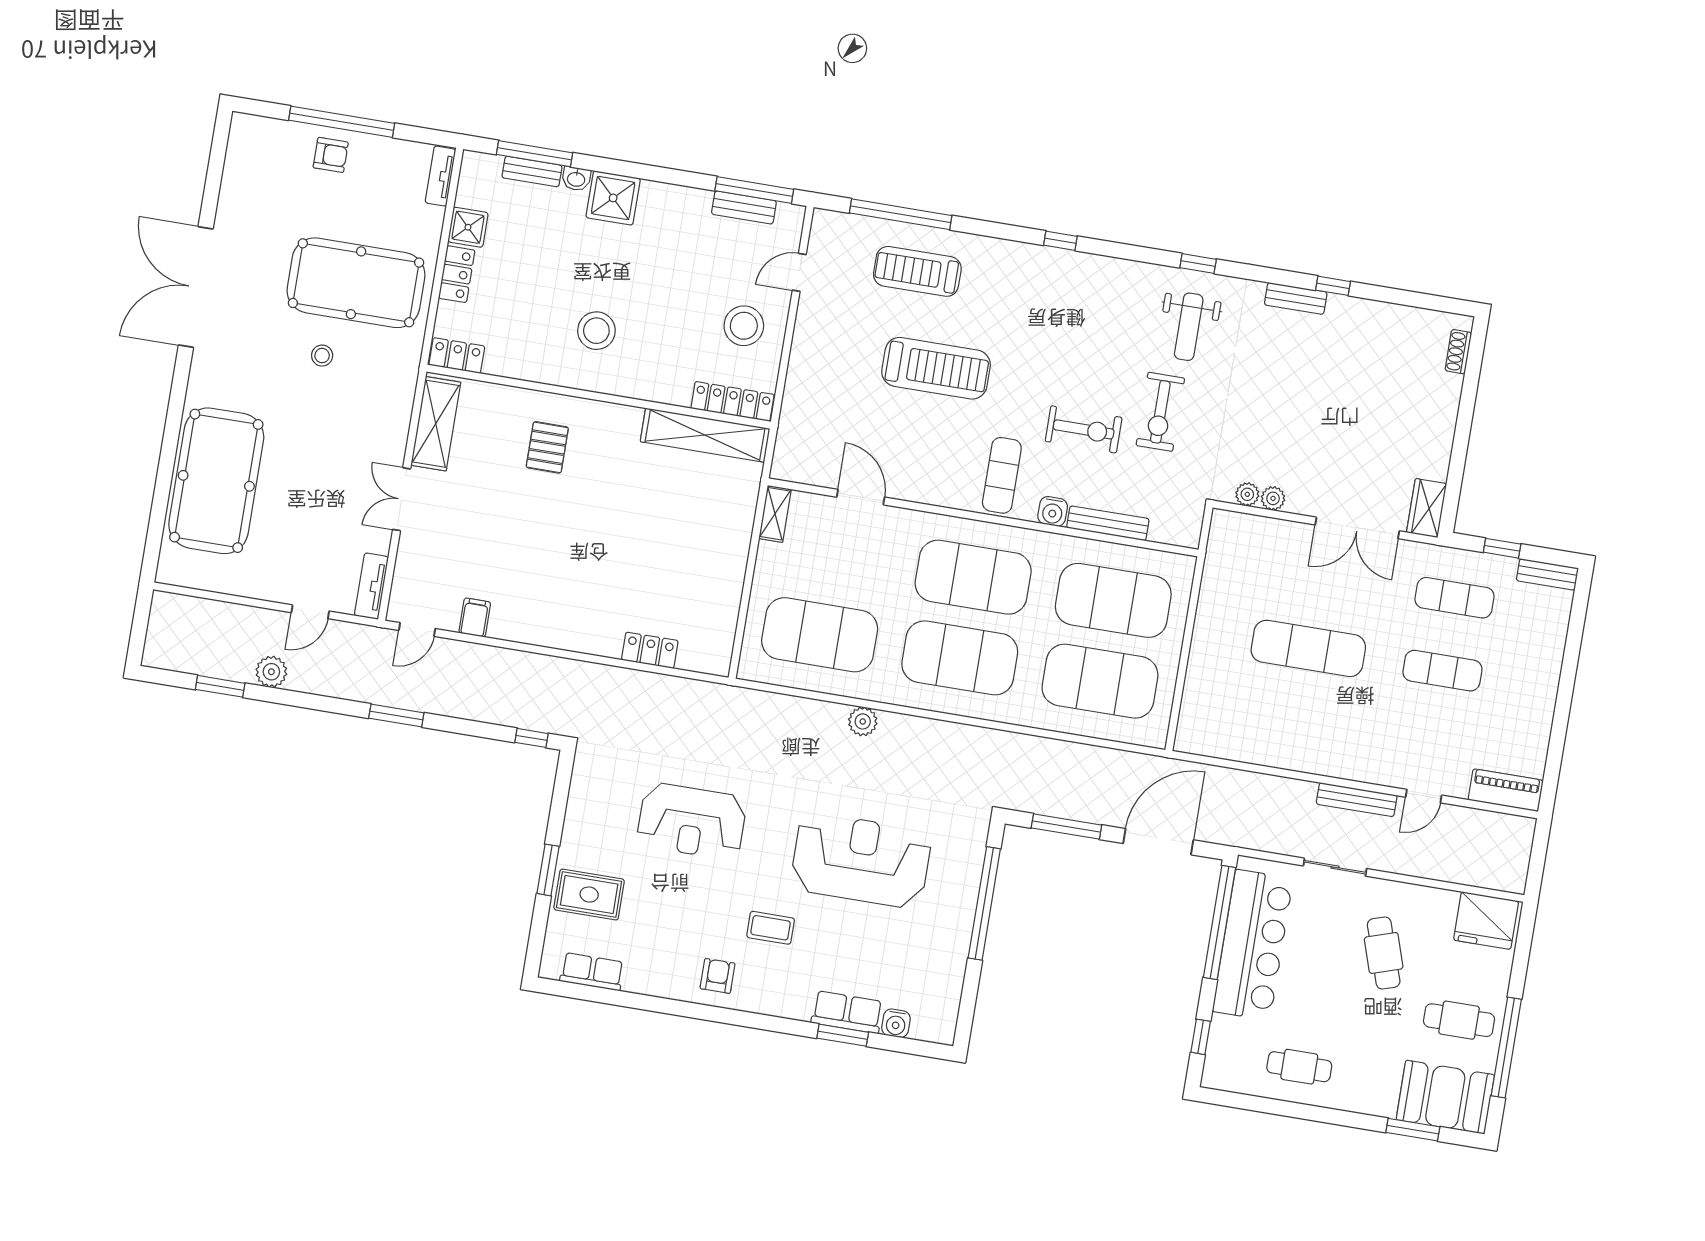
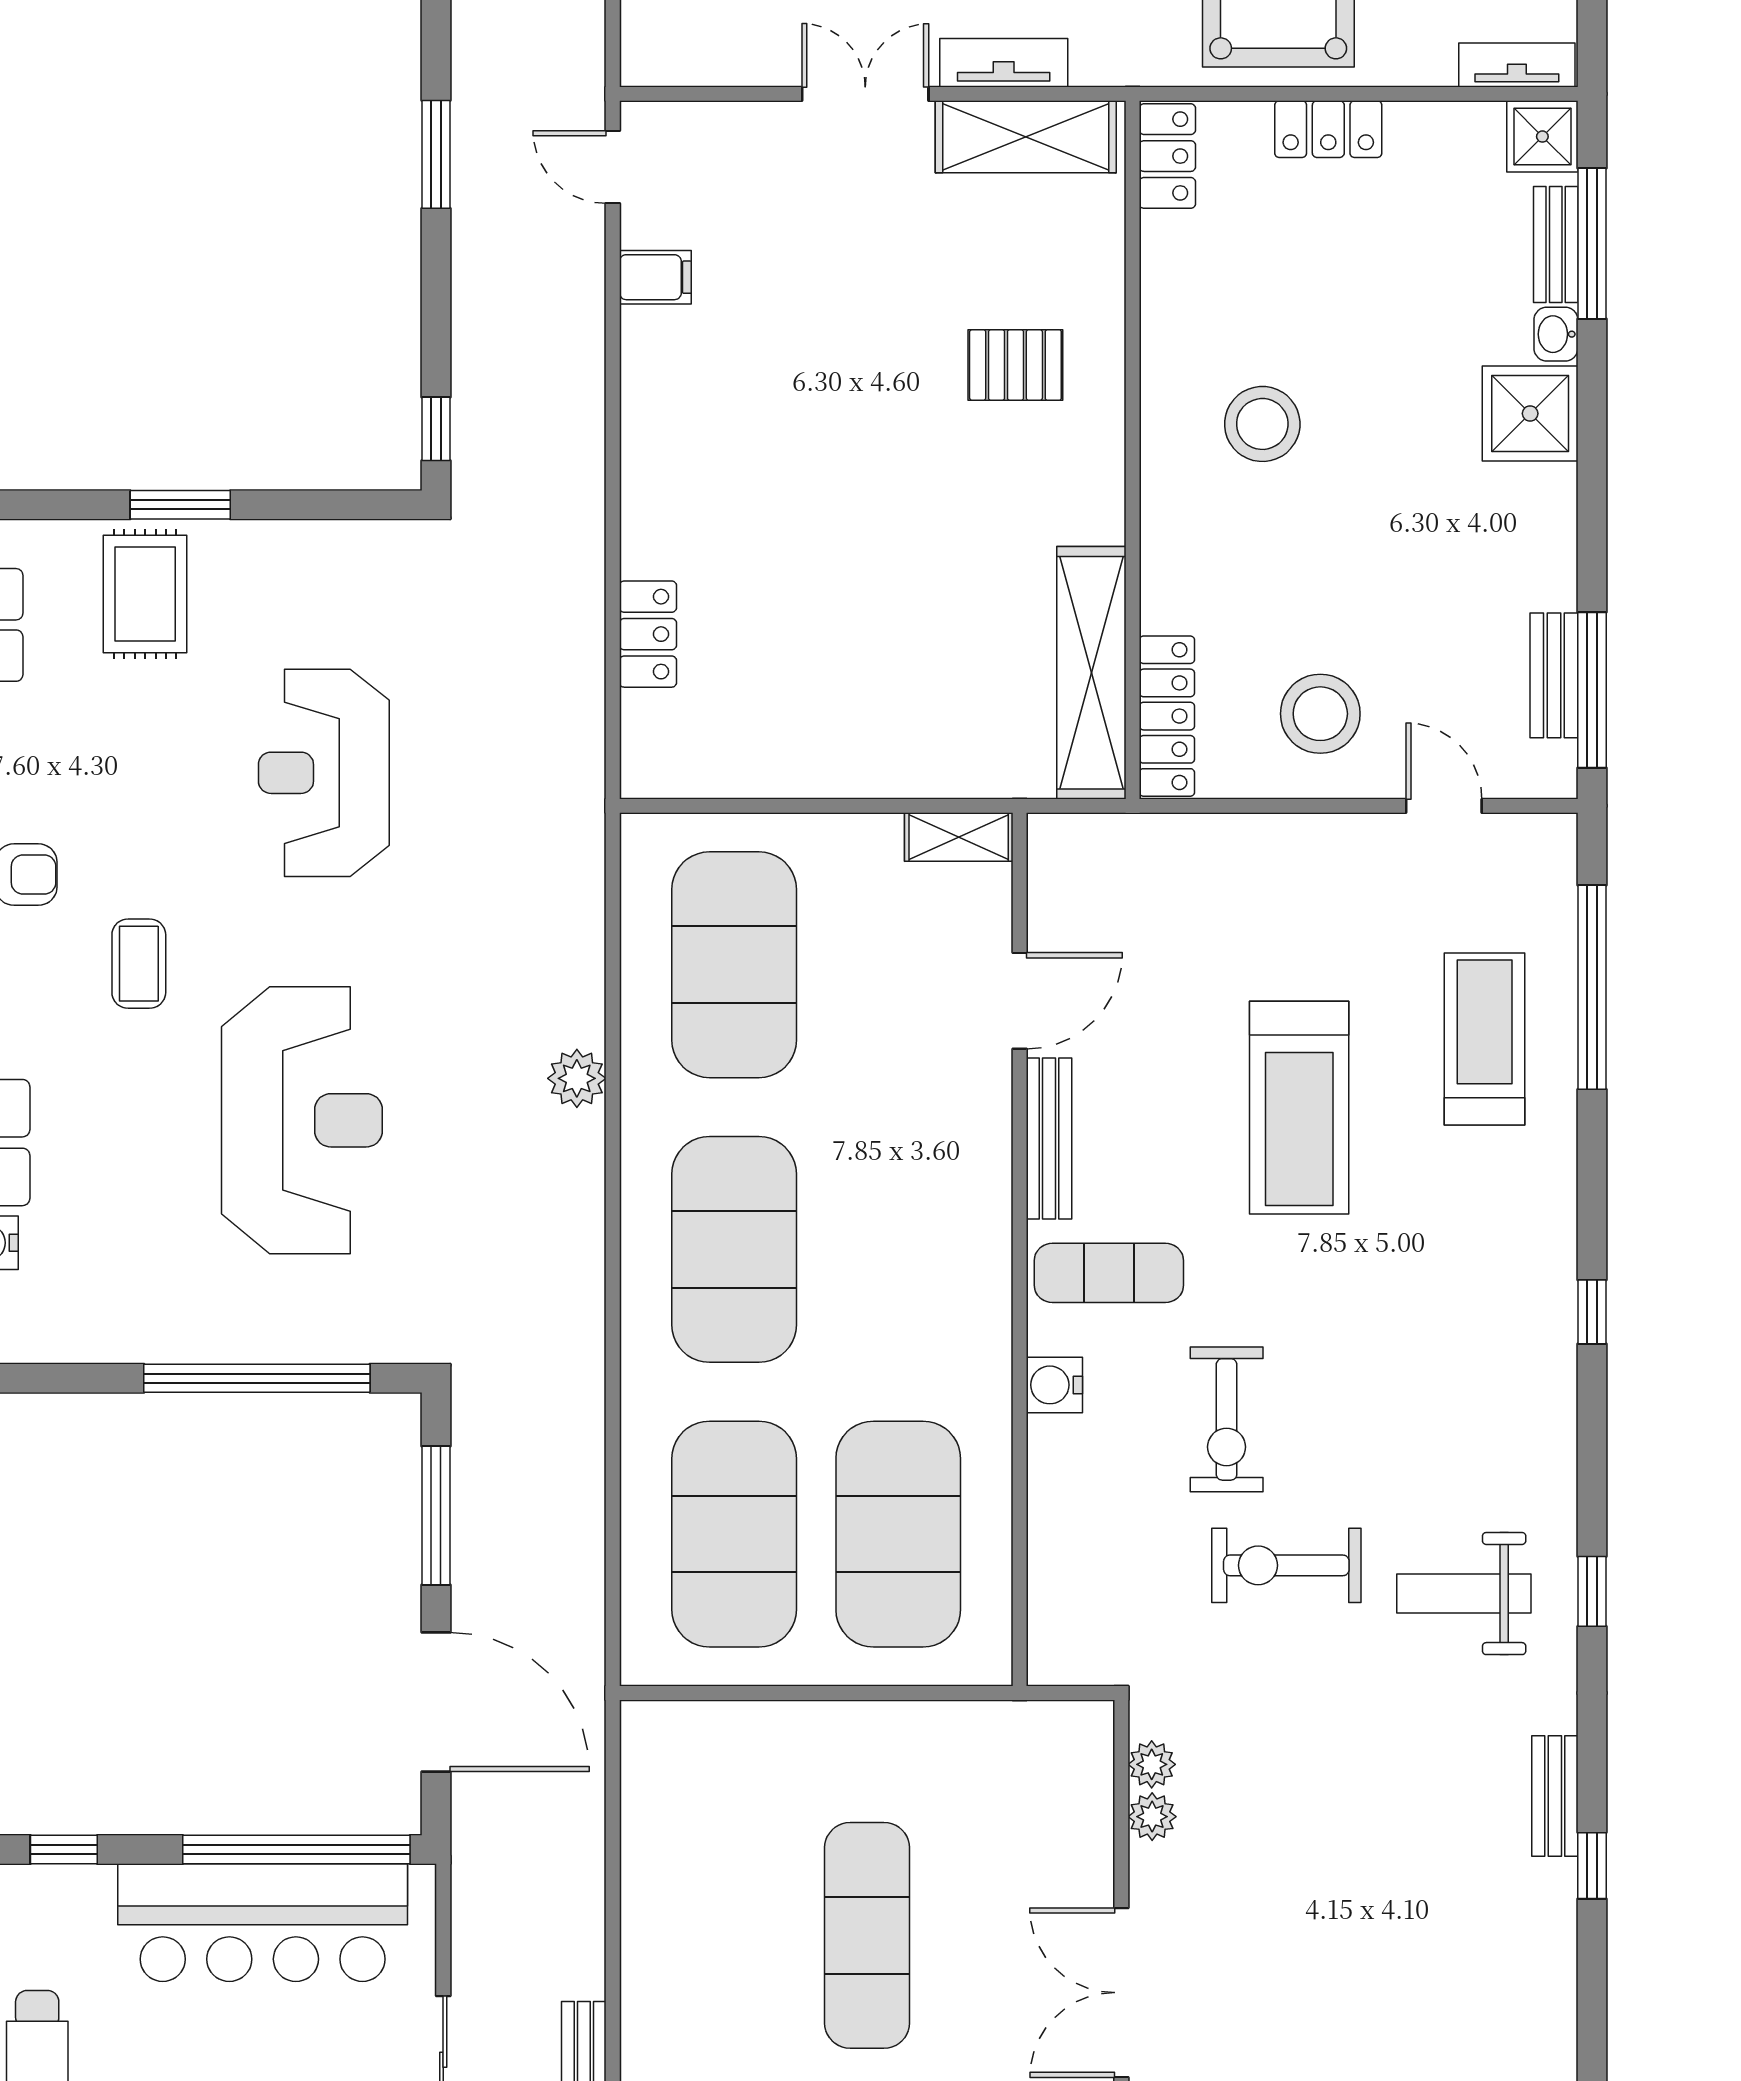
shower: (468, 227) -> (1542, 137), moved
bench: (1108, 523) -> (1049, 1138), moved
exercise mat: (973, 577) -> (898, 1249), removed
tv unit: (371, 586) -> (1004, 63), moved

